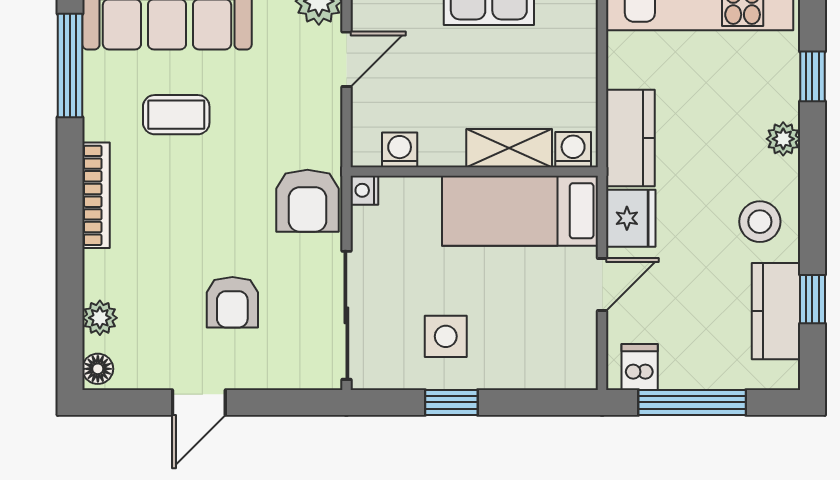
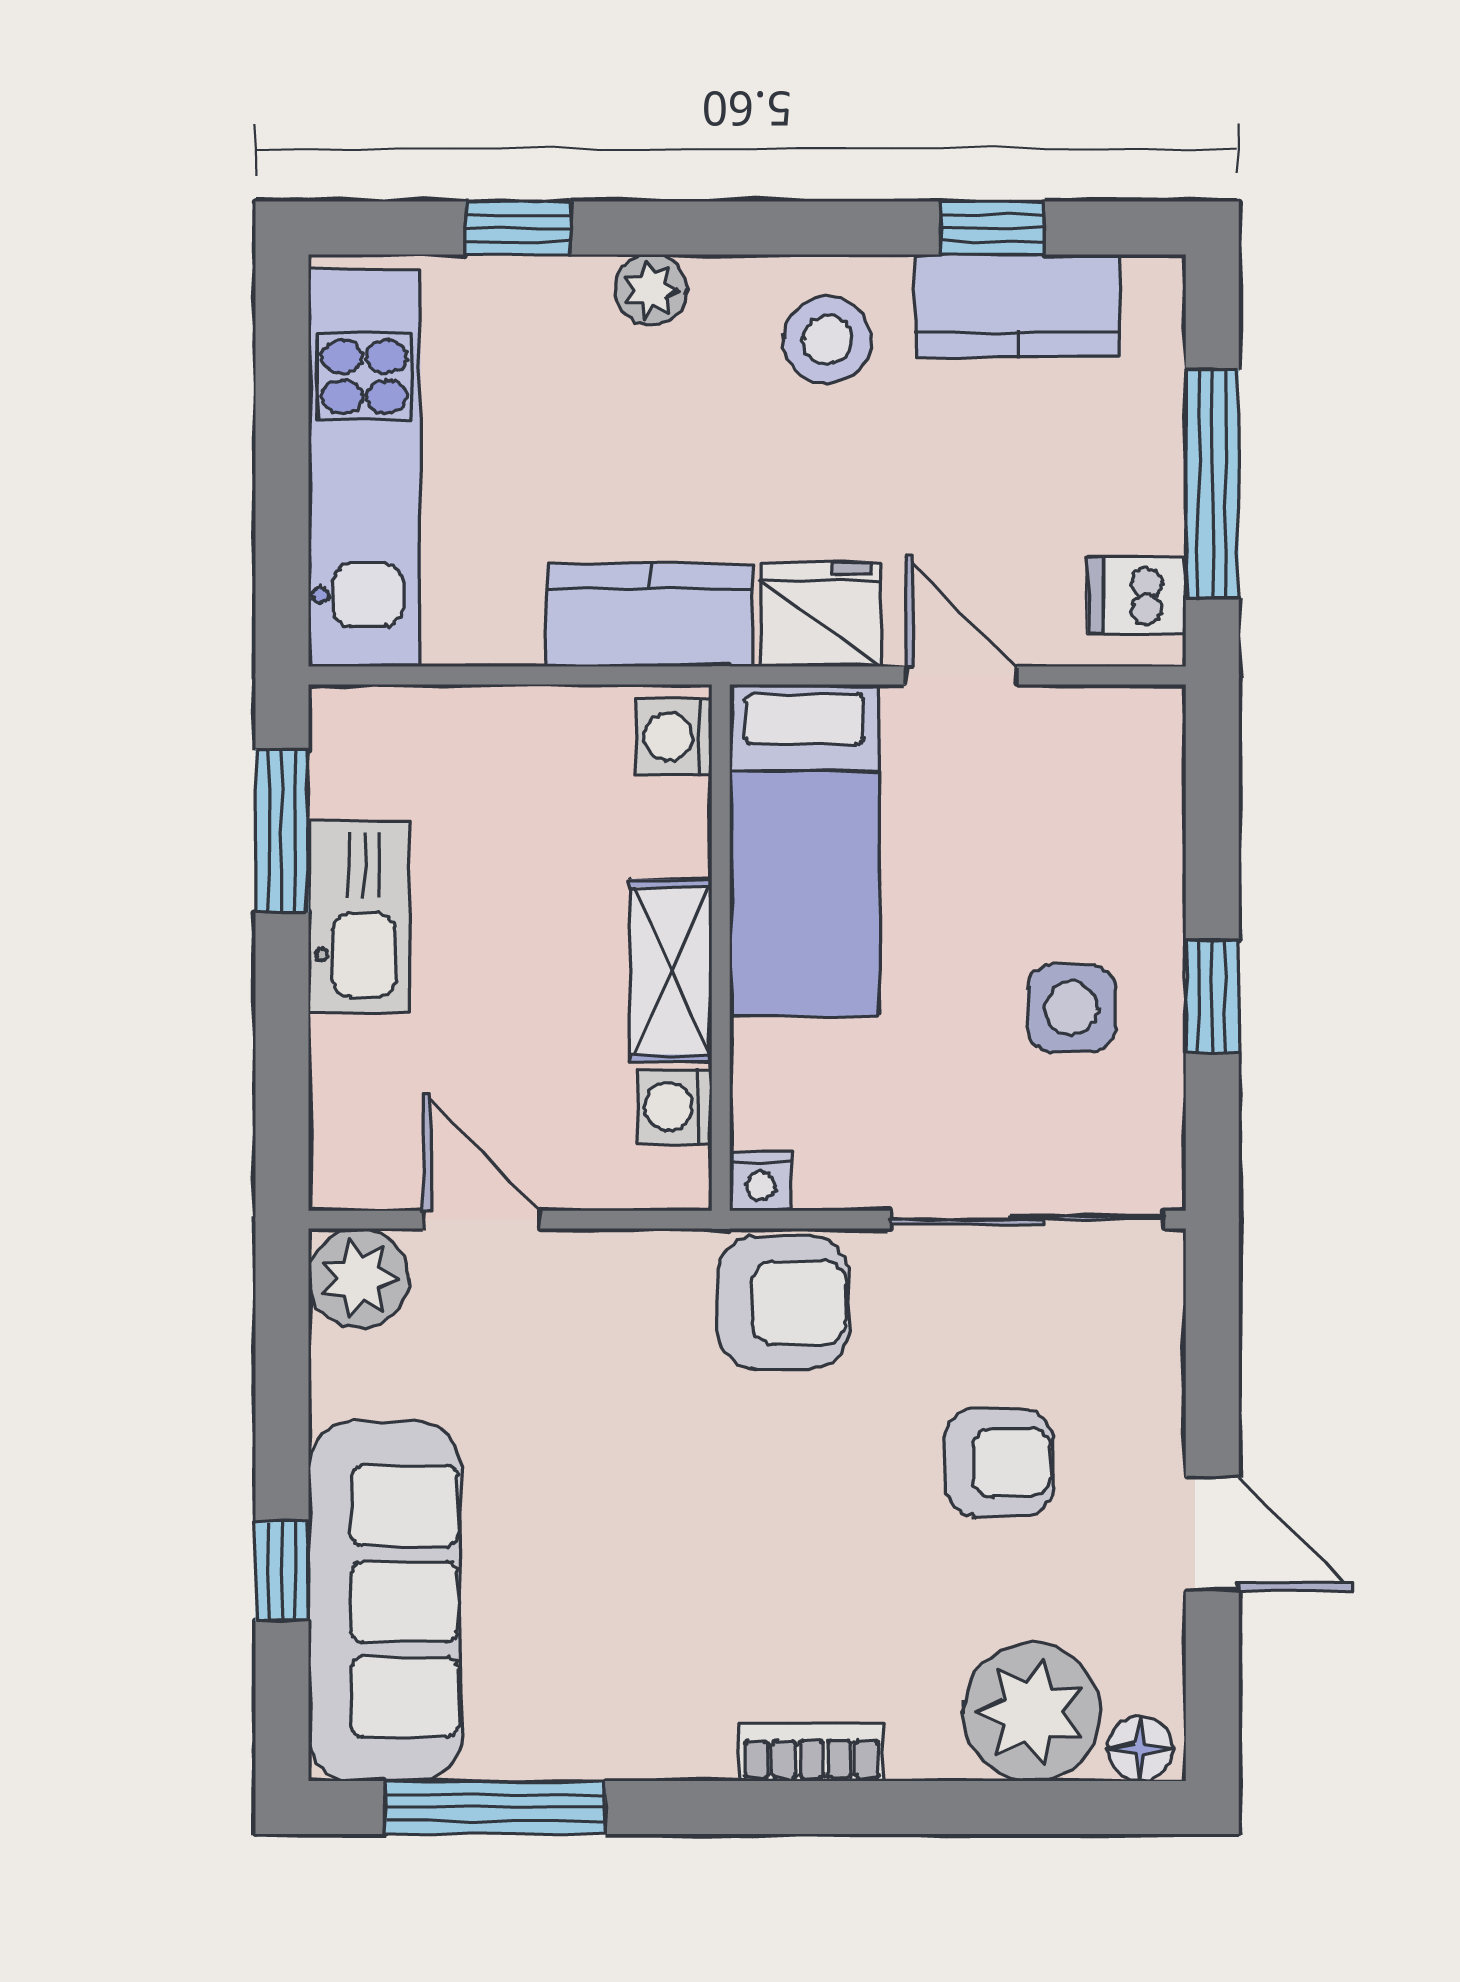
coffee table: (176, 115) -> (600, 1582), removed
shelving: (509, 148) -> (671, 971), moved
bookcase: (96, 195) -> (812, 1752), width x0.64
plant: (100, 318) -> (1032, 1712), width x1.87, depth x1.87

